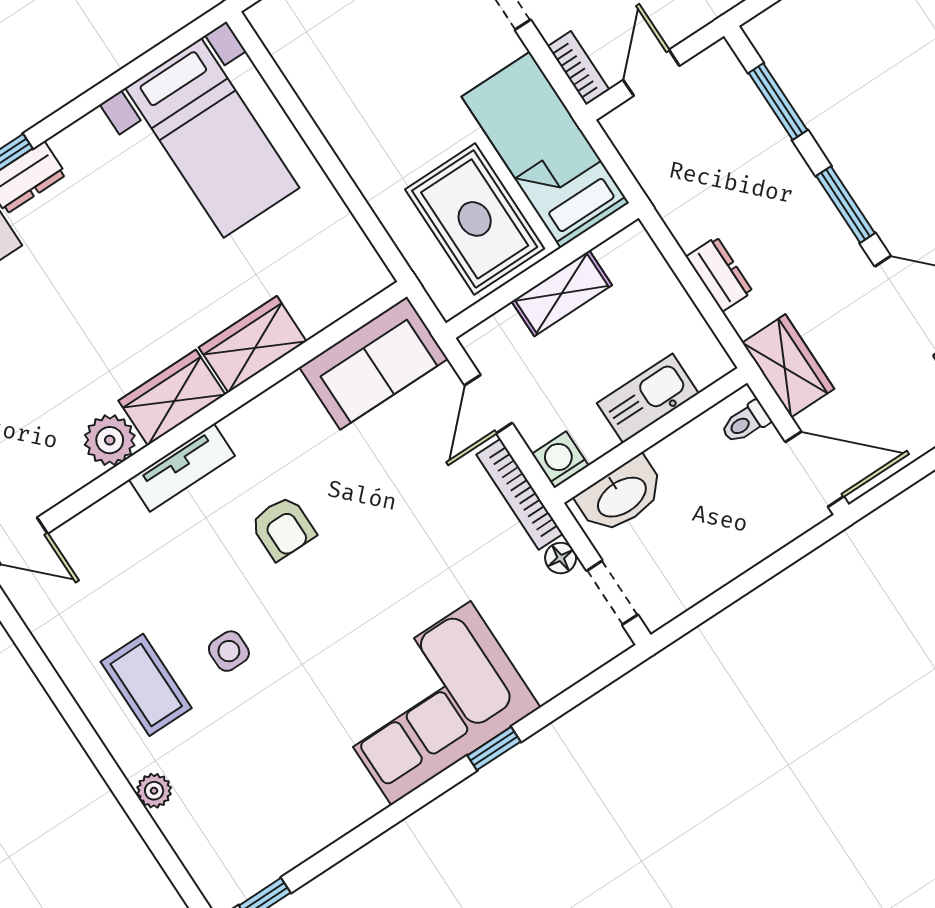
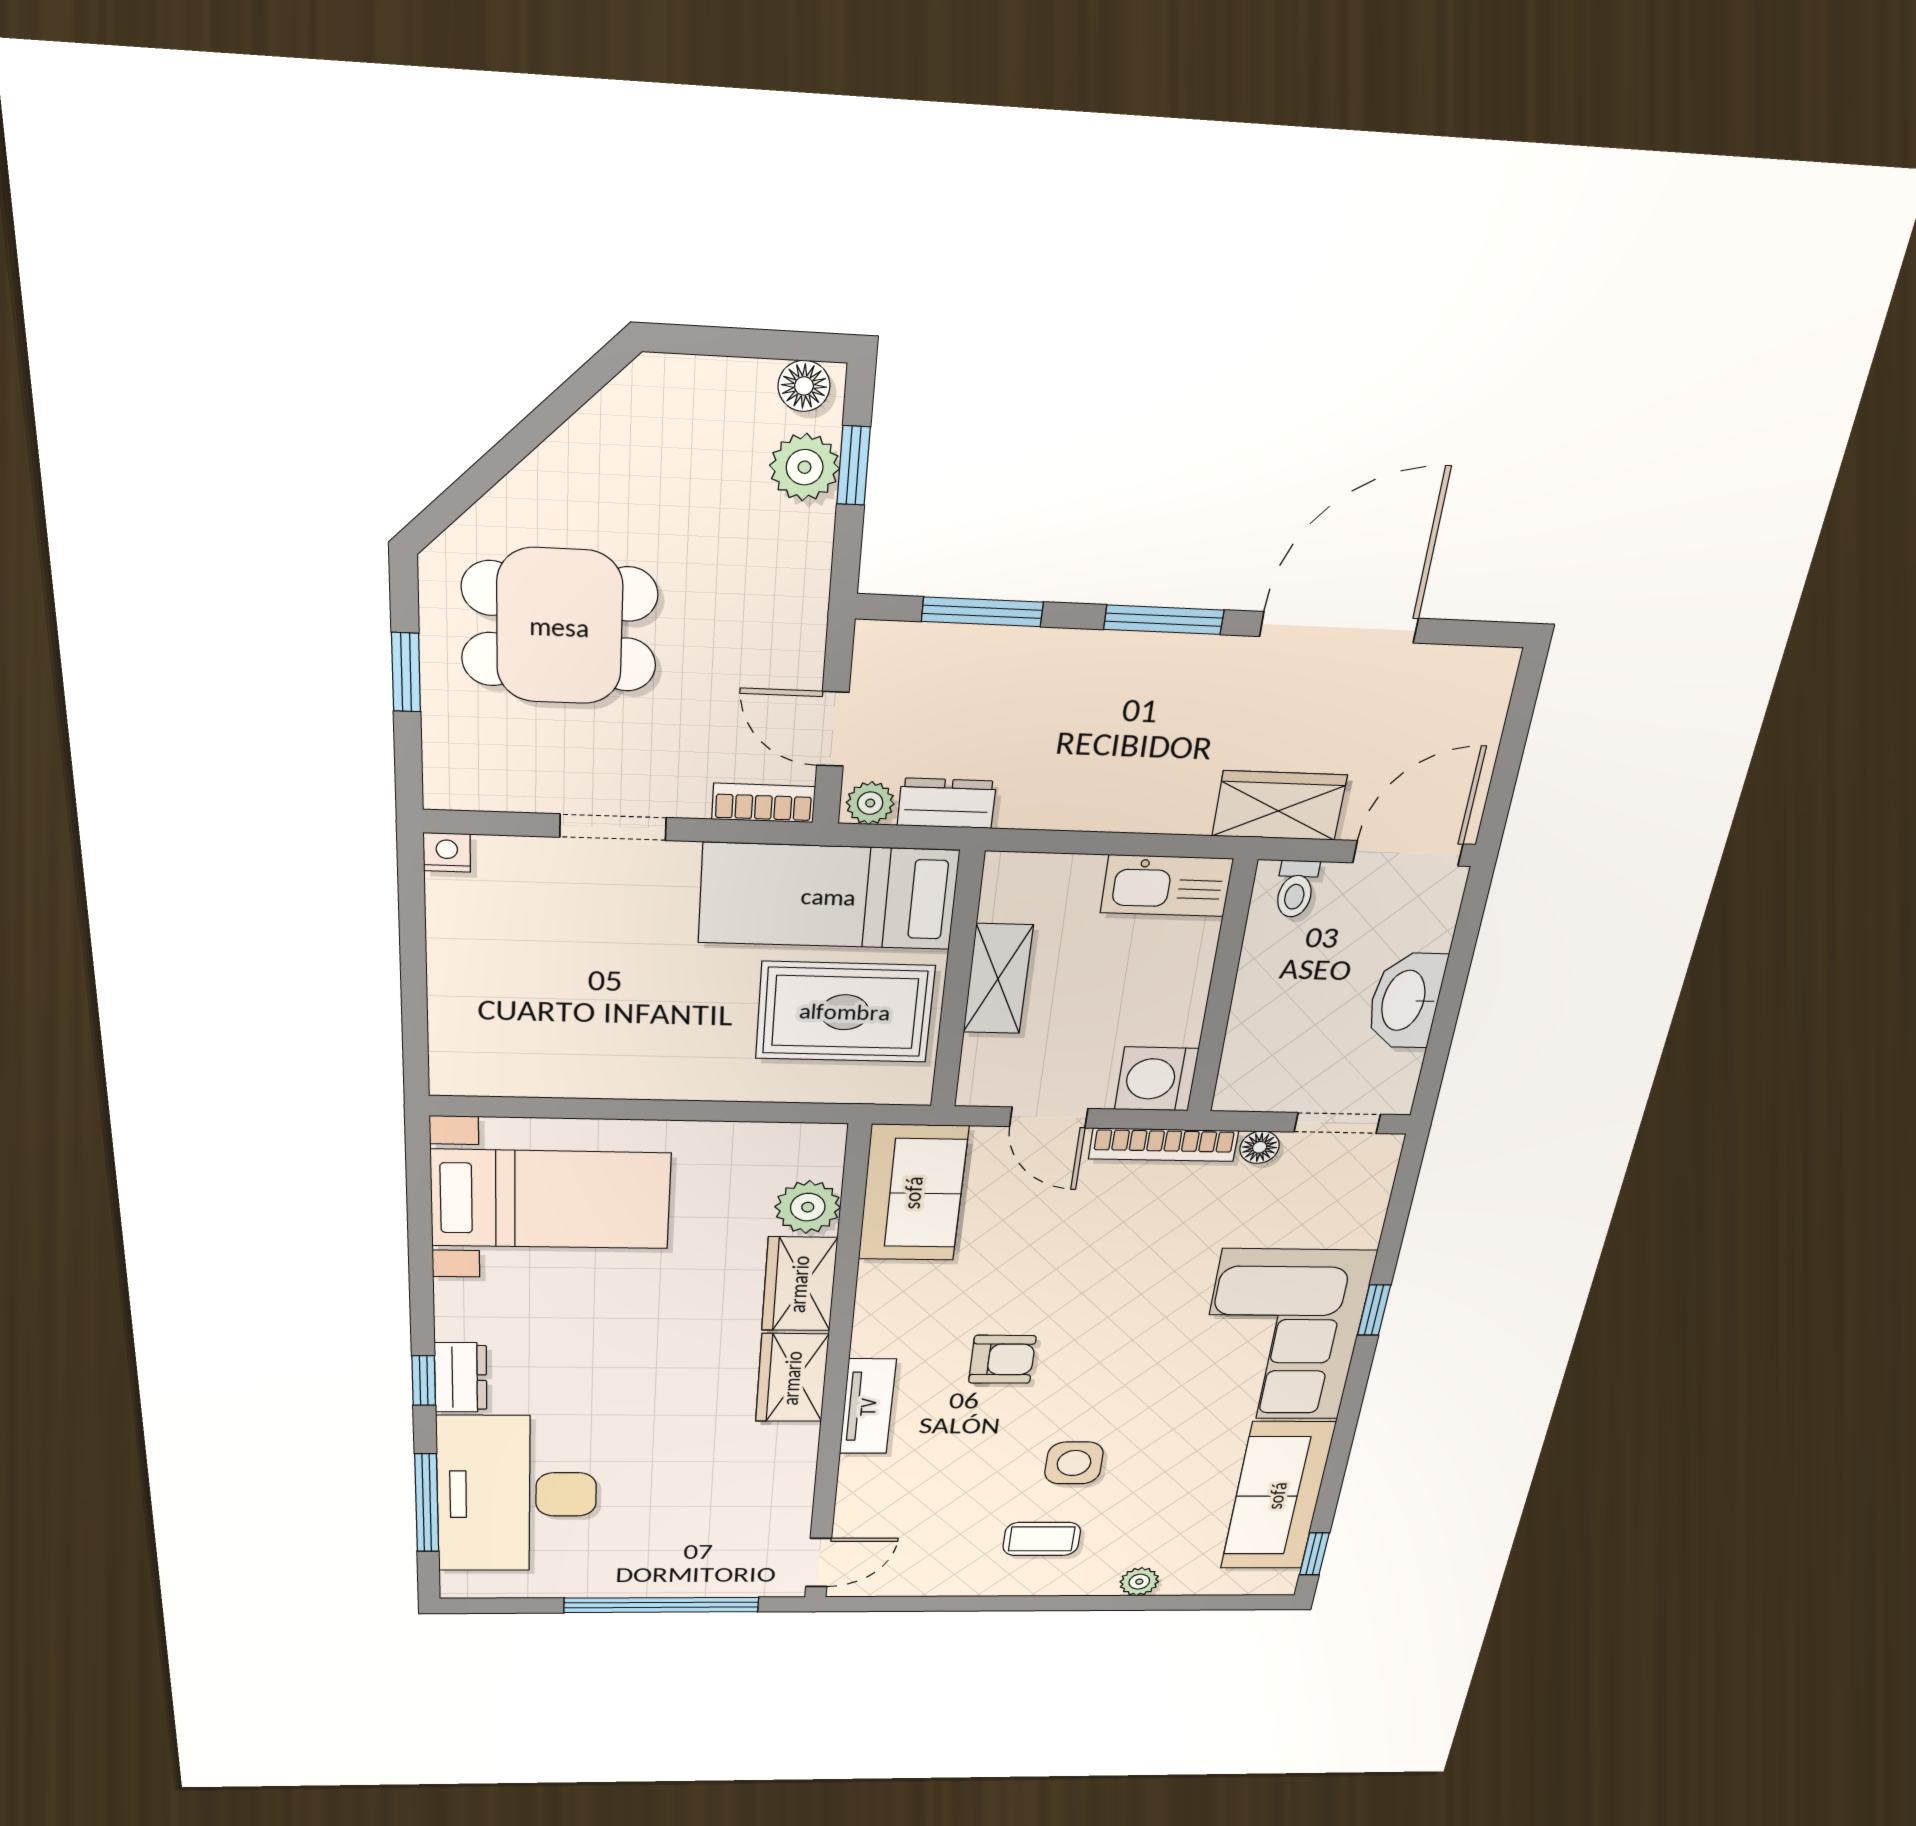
plant: (621, 128) -> (870, 803), added
dresser: (719, 274) -> (947, 803), moved
kitchen sink: (648, 398) -> (1167, 886), moved, turned -90
plant: (110, 440) -> (808, 1207), moved
washing machine: (560, 460) -> (1157, 1079), width x1.38, depth x1.38
washbasin: (621, 496) -> (1405, 1001), moved, turned 180
side table: (229, 651) -> (1074, 1463), width x1.37, depth x1.37
coffee table: (146, 685) -> (1042, 1539), width x0.73, depth x0.77
sofa: (297, 824) -> (1277, 1496), added

